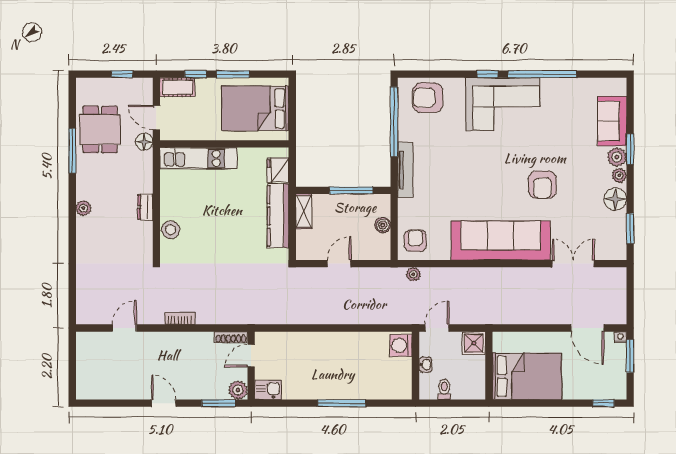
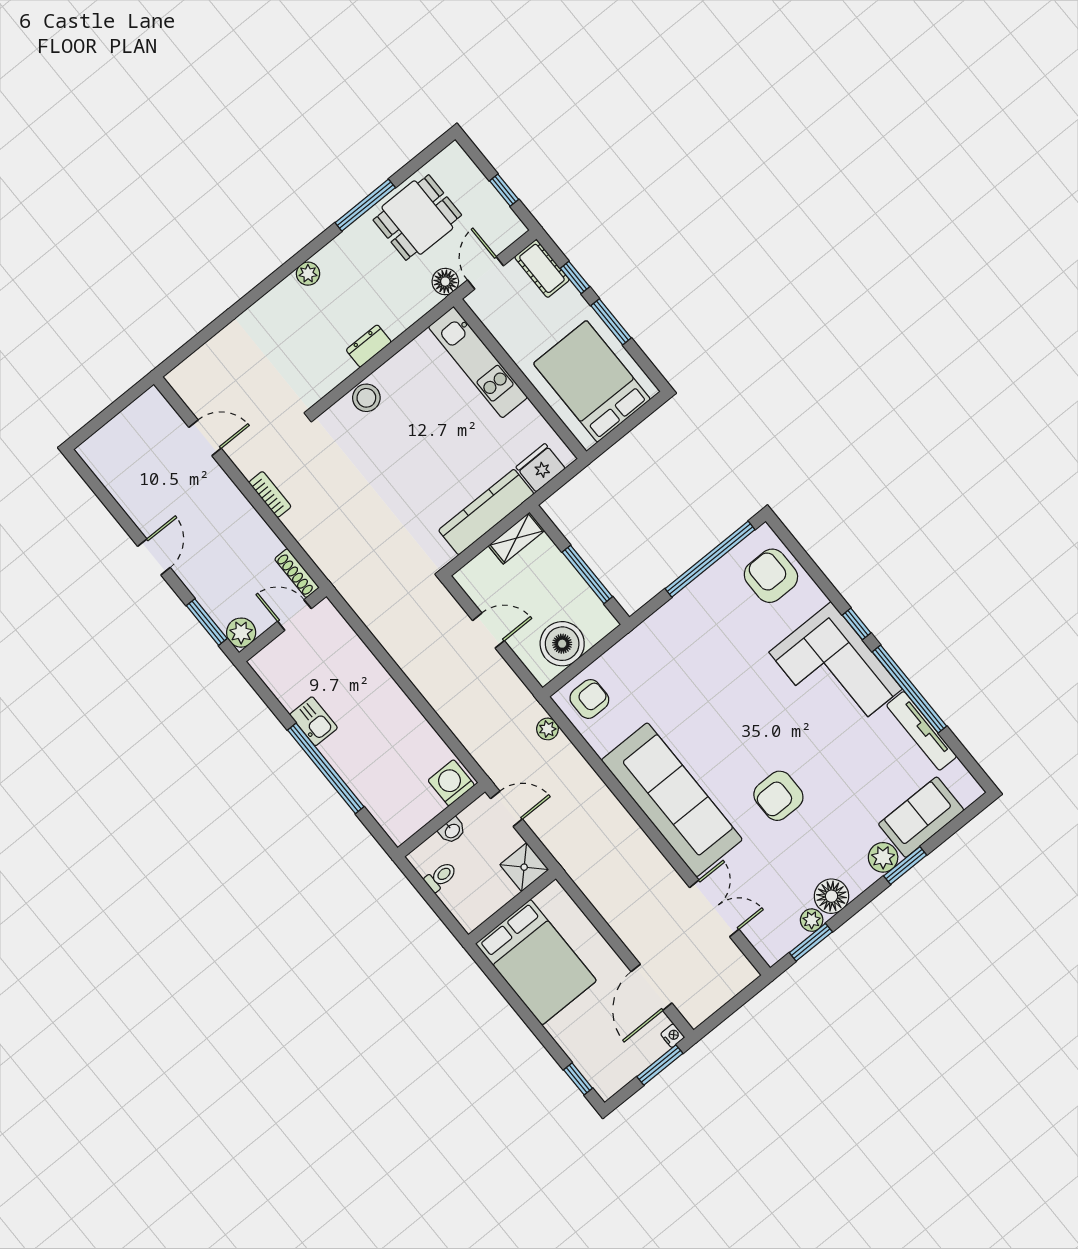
tv unit: (405, 170) -> (922, 731), moved, turned 90
plant: (619, 175) -> (812, 920), moved
boiler: (383, 225) -> (562, 644), width x1.86, depth x1.86
kitchen sink: (268, 390) -> (314, 721), moved
window: (342, 403) -> (326, 768), width x1.46

